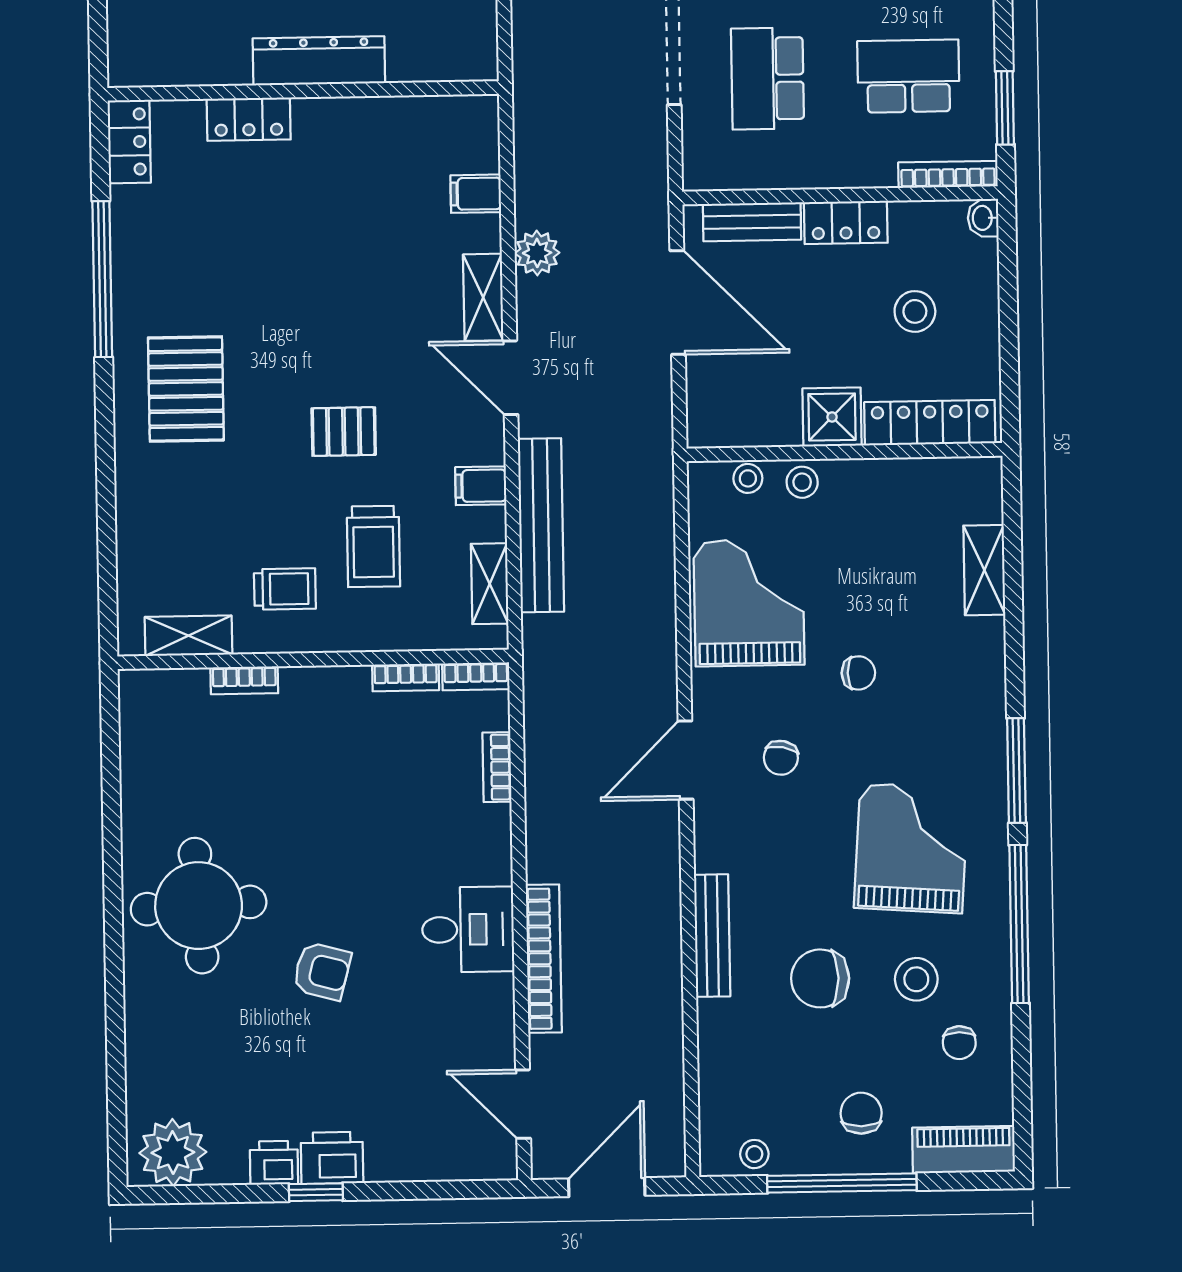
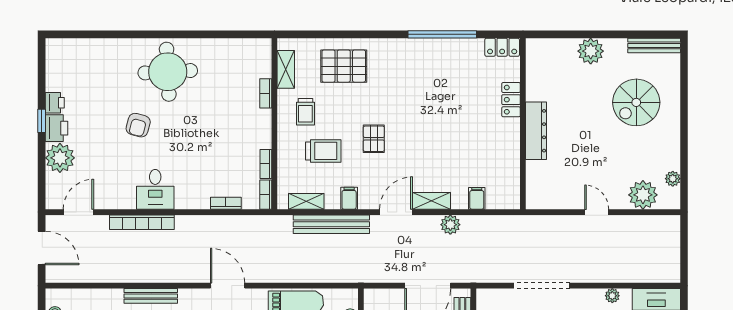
pallet: (186, 389) -> (344, 66), moved
trolley: (373, 546) -> (323, 151), turned 180
plant: (173, 1153) -> (60, 158), moved

